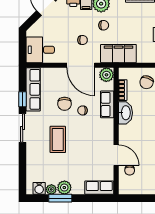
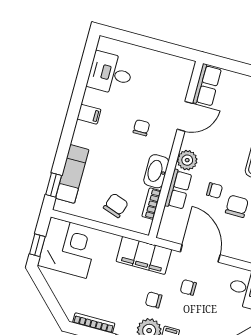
plant: (106, 75) -> (187, 160), moved
door: (116, 155) -> (185, 116), swing flipped
chair: (130, 170) -> (141, 128), moved
row of seats: (99, 188) -> (207, 85), moved, turned -90

